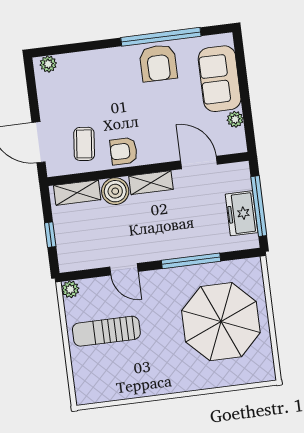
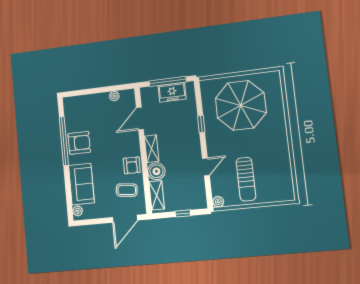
sofa: (220, 79) -> (81, 184), moved, turned -90
window: (191, 261) -> (201, 124), width x0.46

